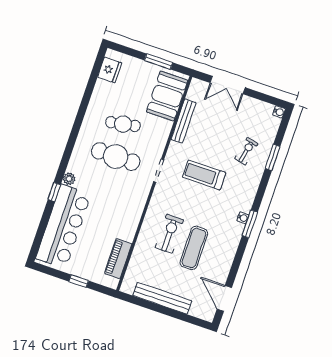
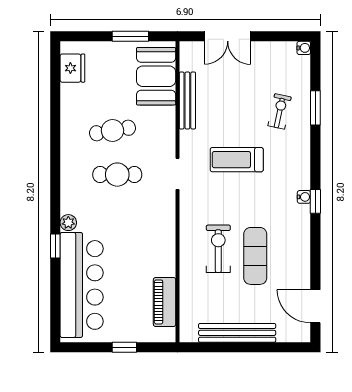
cafe table: (116, 156) -> (117, 175), width x0.73, depth x0.74
window: (250, 224) -> (315, 201), width x0.67

